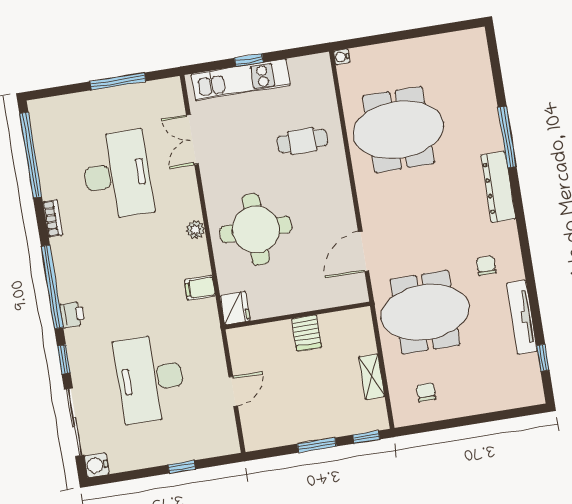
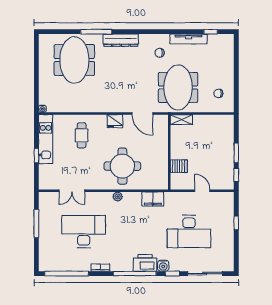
kitchen unit: (241, 80) -> (46, 139), moved
meeting table: (398, 130) -> (74, 60), moved
filing cabinet: (200, 288) -> (153, 199), width x2.00
fridge: (235, 308) -> (115, 121), moved, turned 180
printer: (72, 315) -> (145, 263), width x1.87, depth x1.48
server rack: (307, 333) -> (179, 166), moved
shelving: (372, 377) -> (181, 120), moved
window: (366, 437) -> (236, 175), moved
water cooler: (97, 465) -> (163, 266), moved

